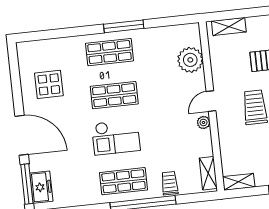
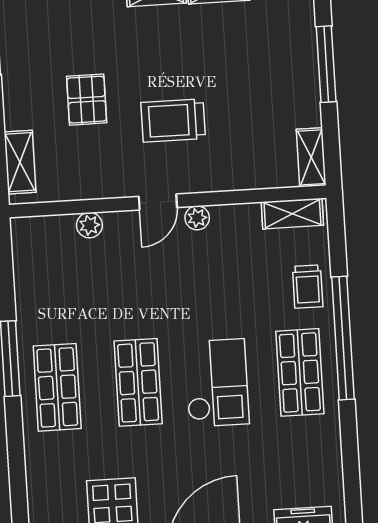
plant: (190, 60) -> (89, 225), width x0.53, depth x0.53
door: (211, 101) -> (158, 202), hinge flipped
trolley: (170, 183) -> (308, 287), turned -90

